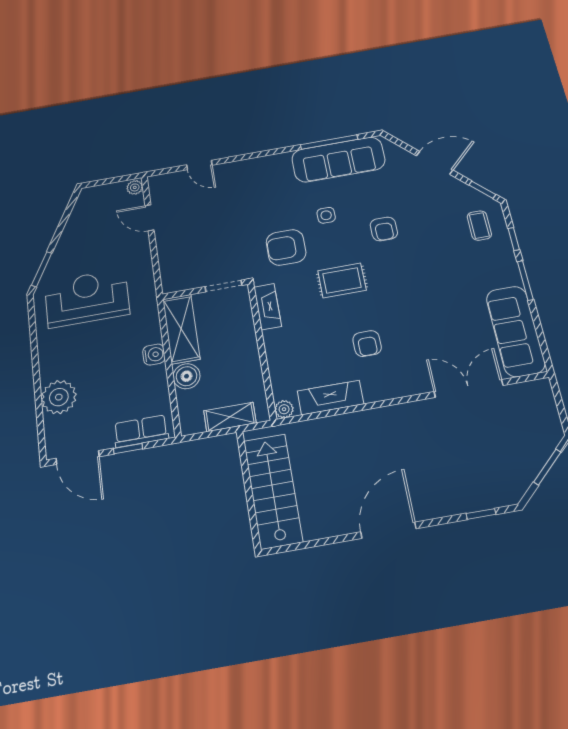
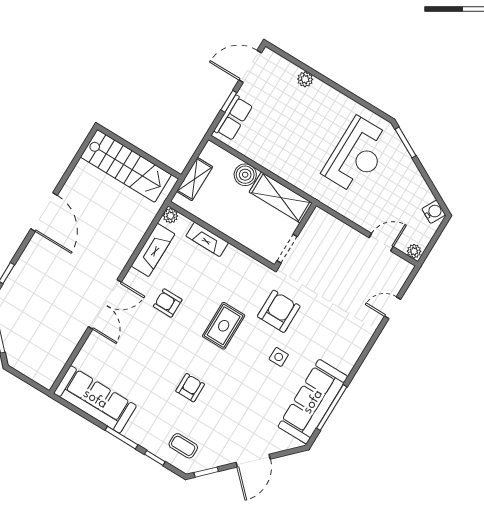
armchair: (384, 229) -> (190, 388), moved, turned 90
fireplace: (268, 307) -> (207, 239), moved
water cooler: (154, 355) -> (434, 212), moved, turned -152
double door: (469, 388) -> (105, 304), moved
plant: (59, 397) -> (305, 79), width x0.53, depth x0.53

